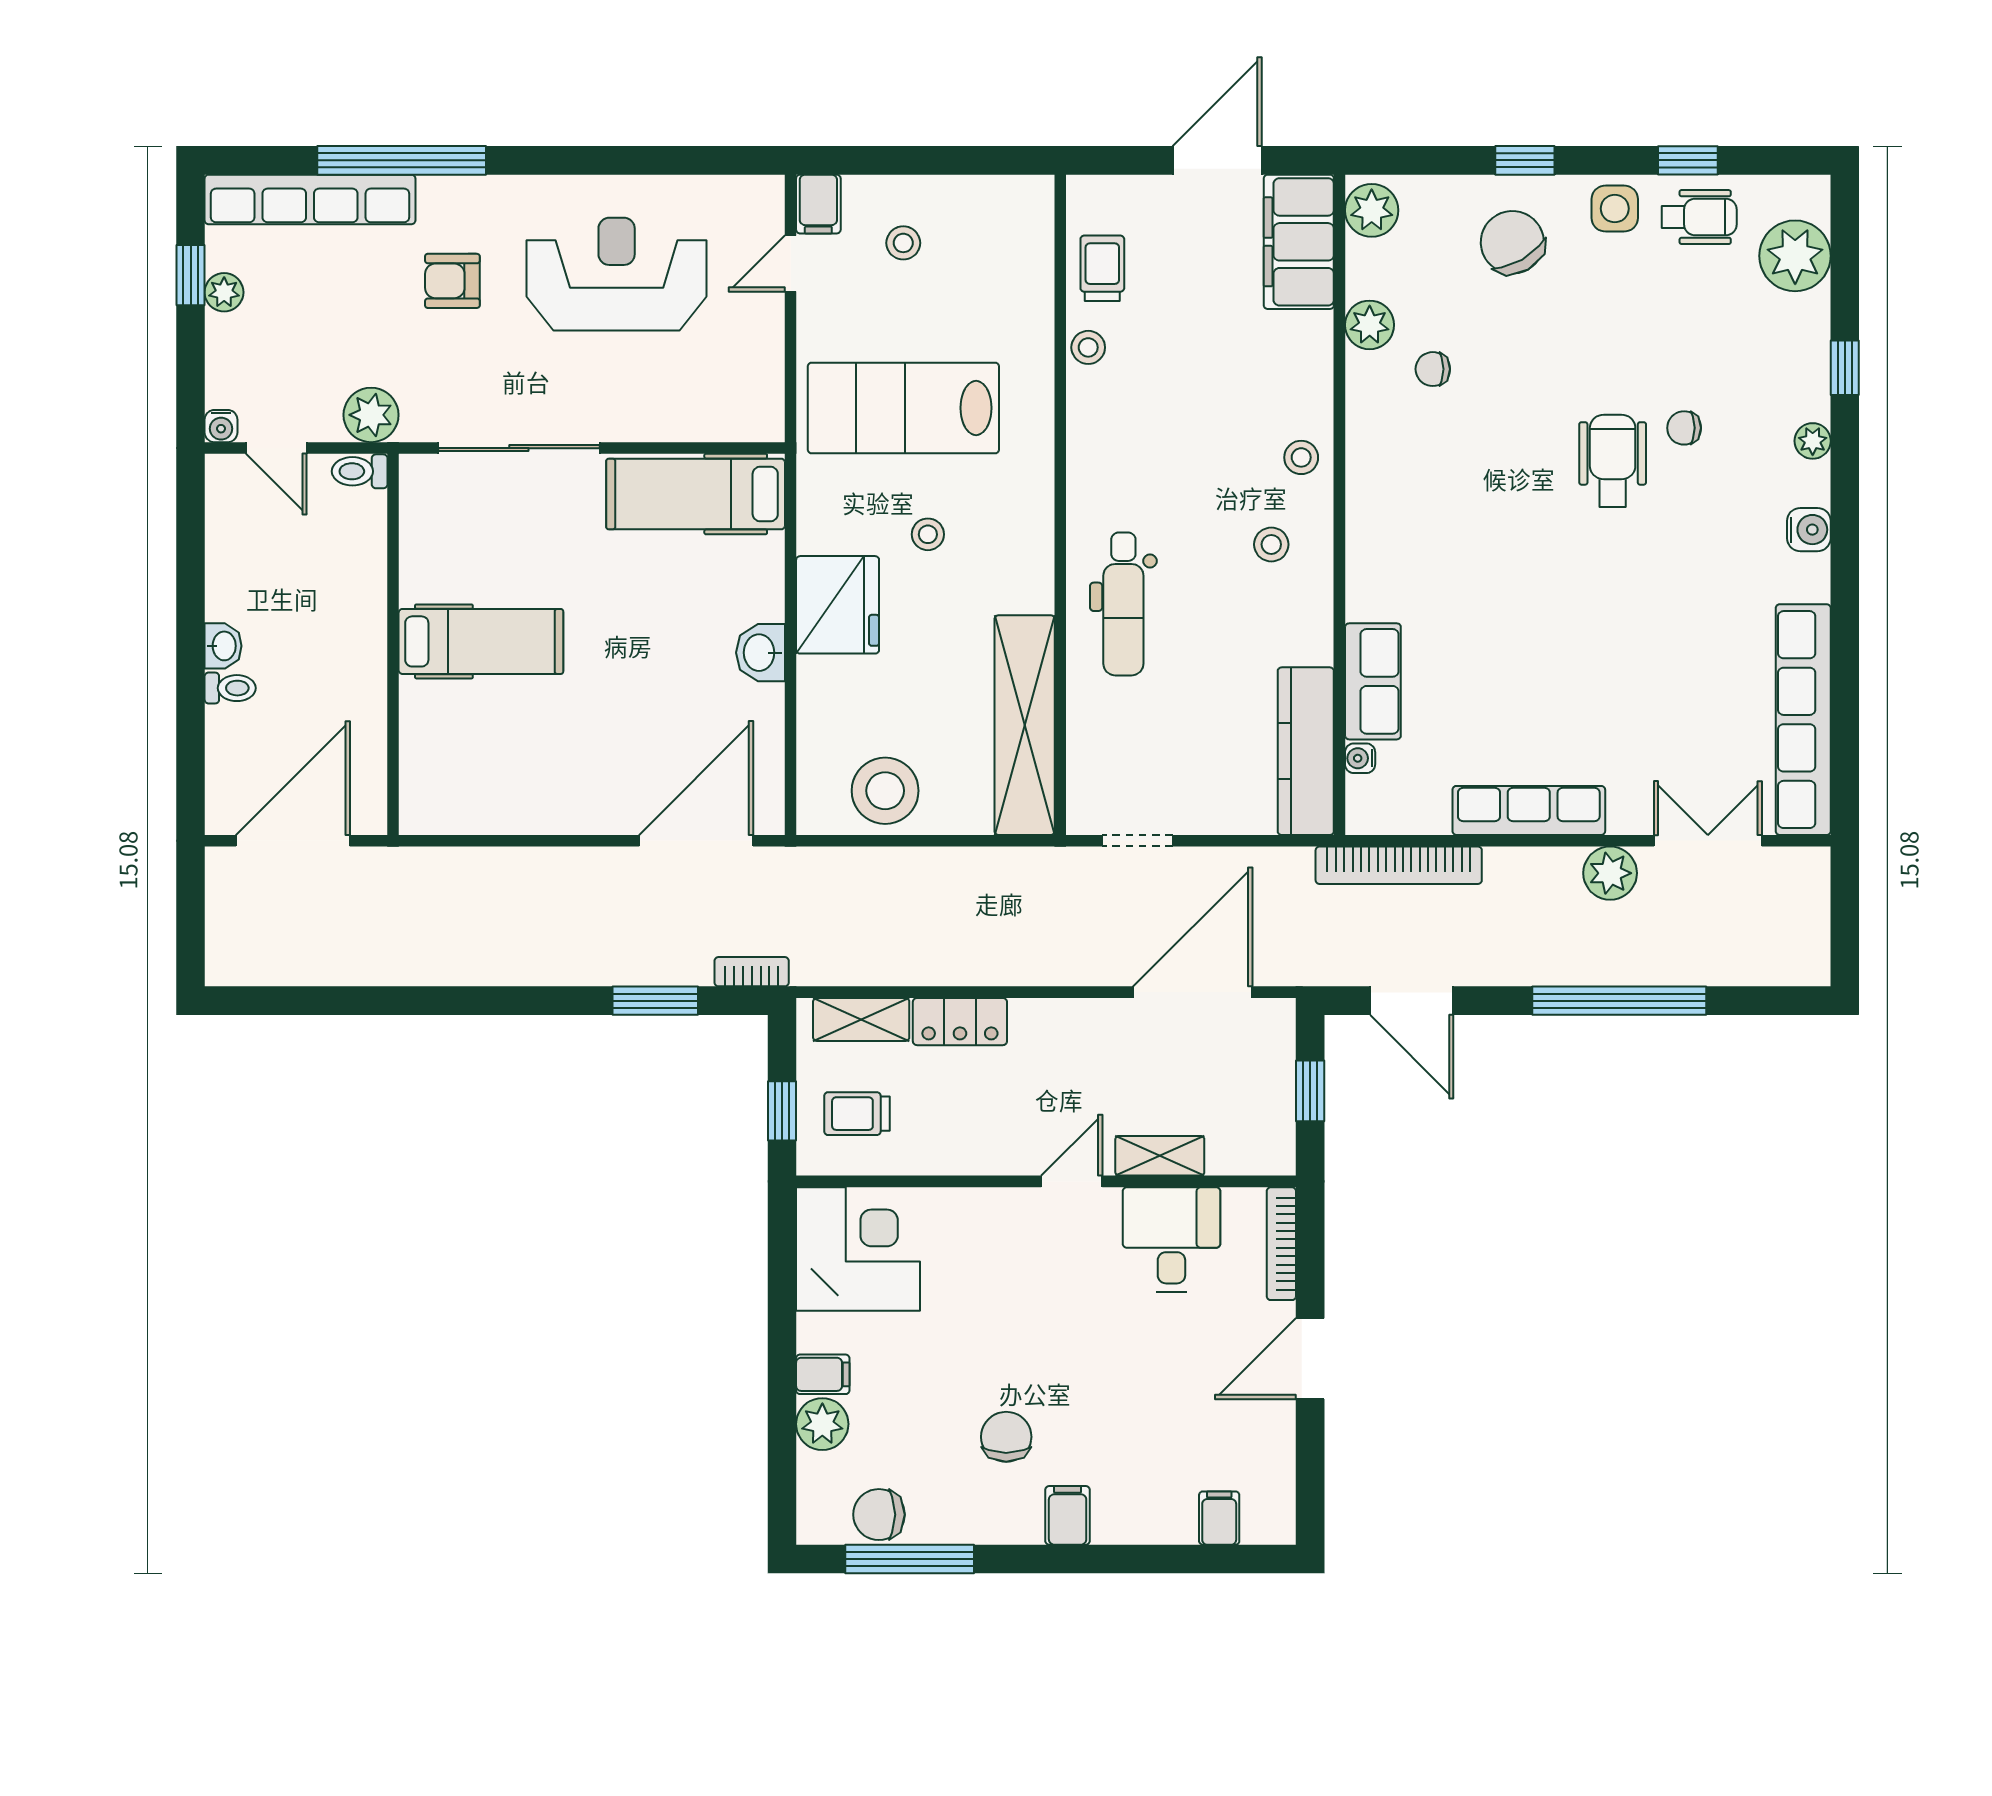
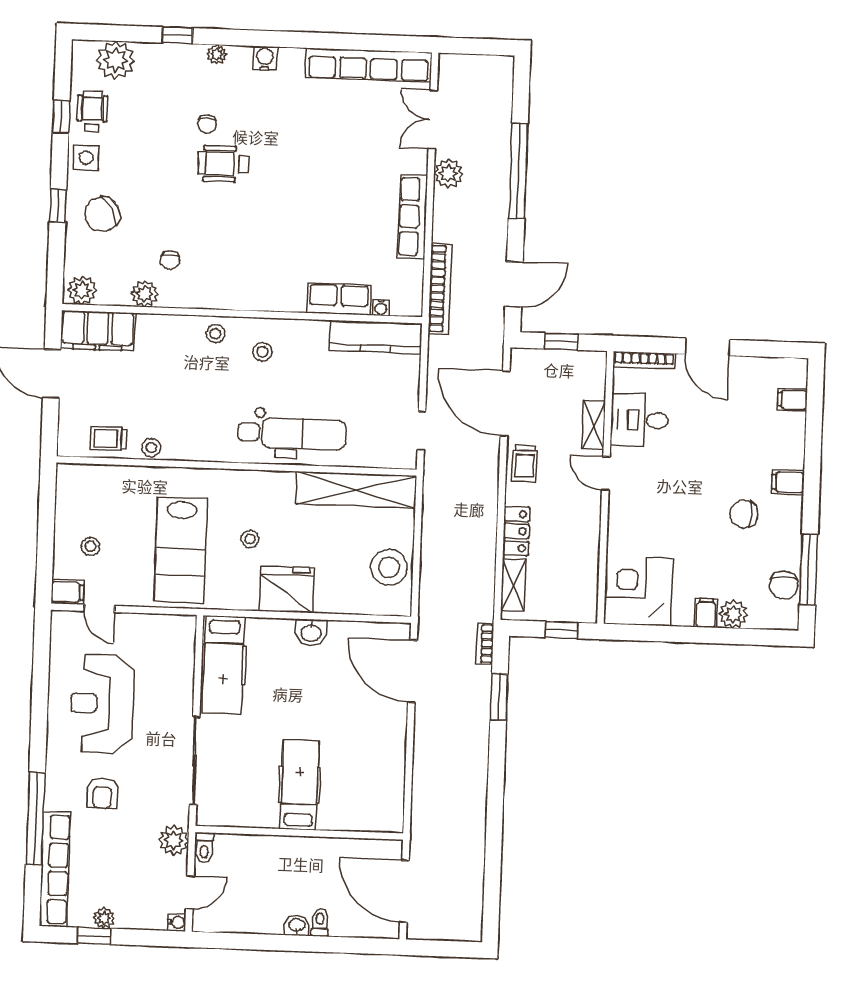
dental chair: (1123, 604) -> (292, 434), width x1.36, depth x1.38
trolley: (857, 1114) -> (525, 463), moved

